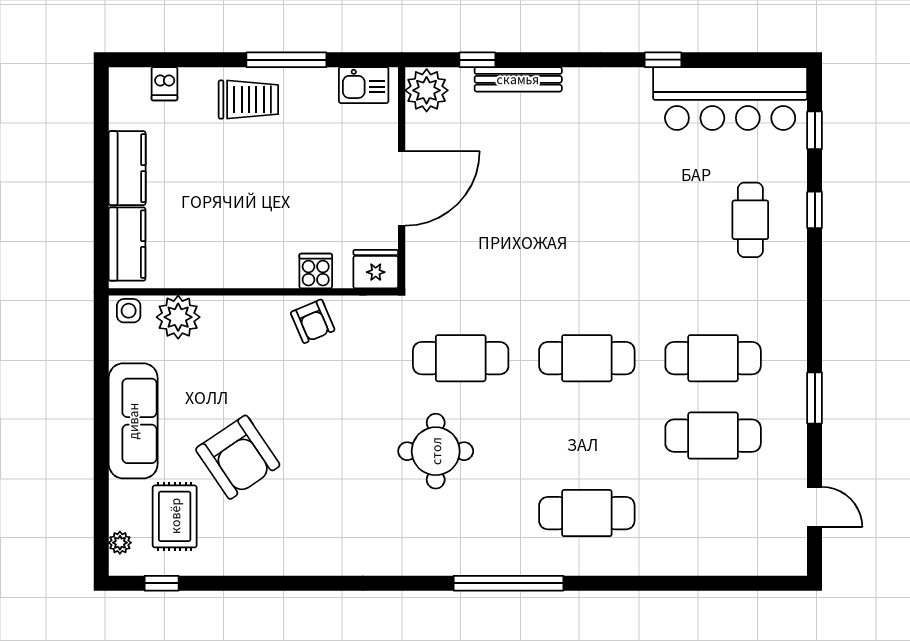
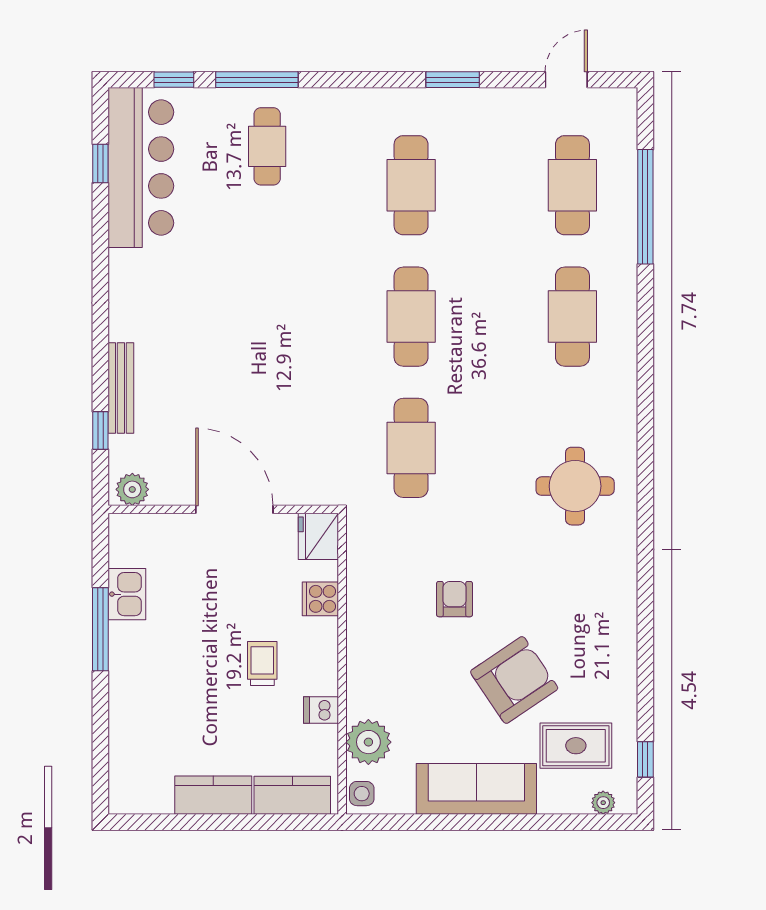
window: (663, 60) -> (100, 164), moved
dishwasher: (164, 84) -> (321, 710), moved, turned 180
kitchen sink: (364, 85) -> (127, 594), moved
plant: (427, 90) -> (132, 489), width x0.73, depth x0.73
trolley: (248, 100) -> (262, 663), moved, width x0.73, depth x0.72
window: (815, 210) -> (257, 80), width x2.17
cafe table: (750, 220) -> (267, 146), turned 90
armchair: (313, 321) -> (455, 599), moved, turned -67
cafe table: (713, 436) -> (572, 185), moved
round table: (436, 451) -> (575, 486), moved
window: (508, 583) -> (645, 207), moved

